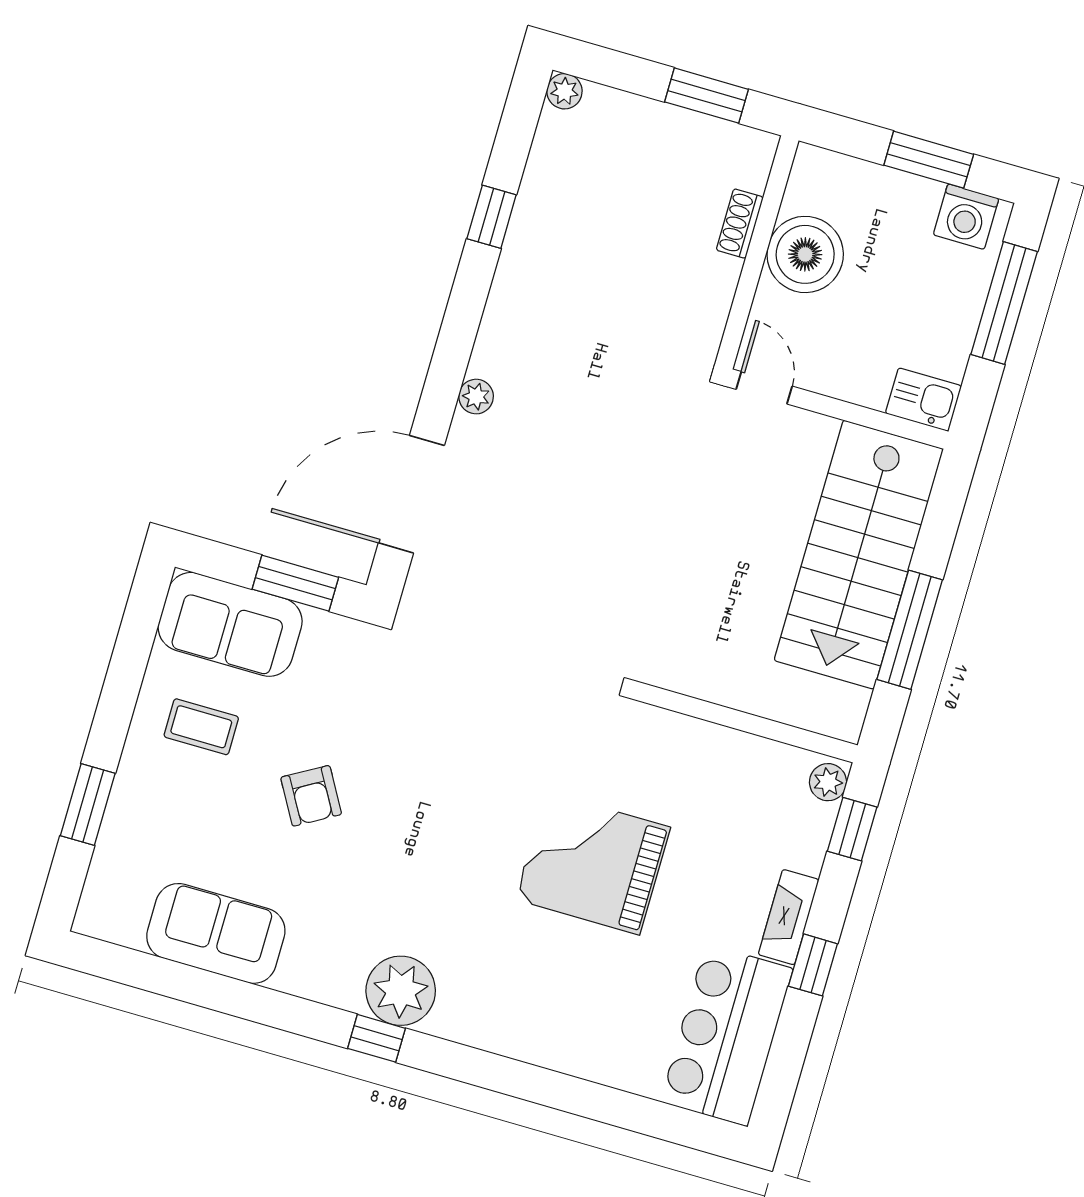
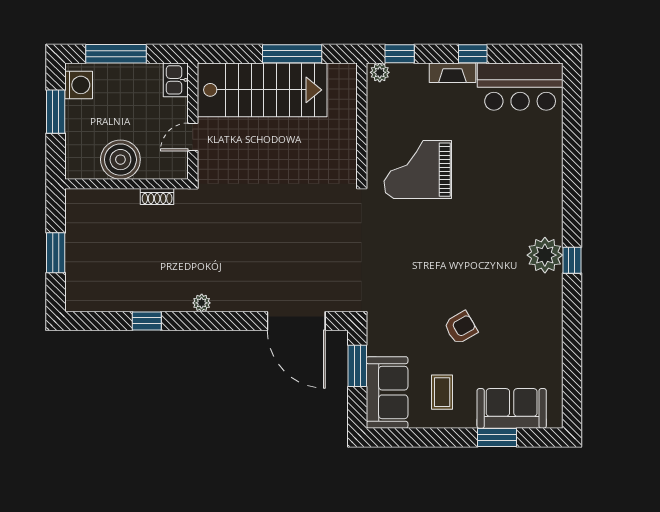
plant: (564, 91) -> (74, 303), removed
window: (706, 96) -> (56, 253), moved
shoe rack: (740, 224) -> (157, 197), moved
door: (764, 388) -> (193, 137), moved
plant: (476, 397) -> (202, 303), moved
grand piano: (593, 863) -> (418, 170), moved, turned 90
sofa: (216, 933) -> (512, 408), moved, turned 90

